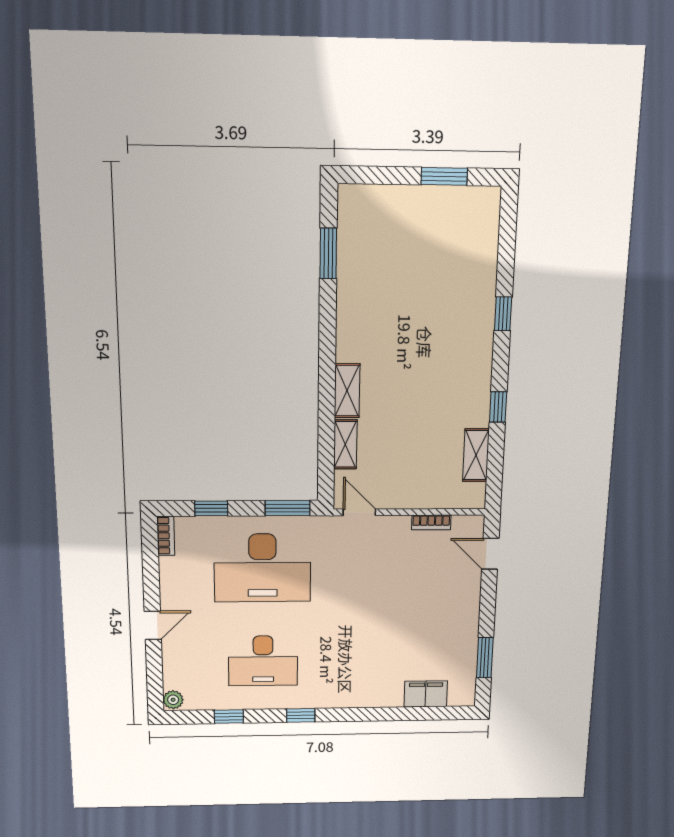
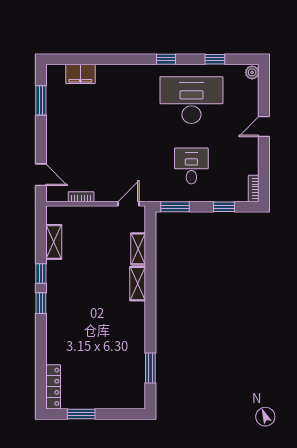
locker: (488, 224) -> (53, 387), added
window: (503, 314) -> (41, 303), moved
door: (359, 512) -> (128, 204), swing flipped
desk: (262, 568) -> (191, 166), width x0.53, depth x0.77
desk: (263, 661) -> (191, 100), width x1.36, depth x1.30

